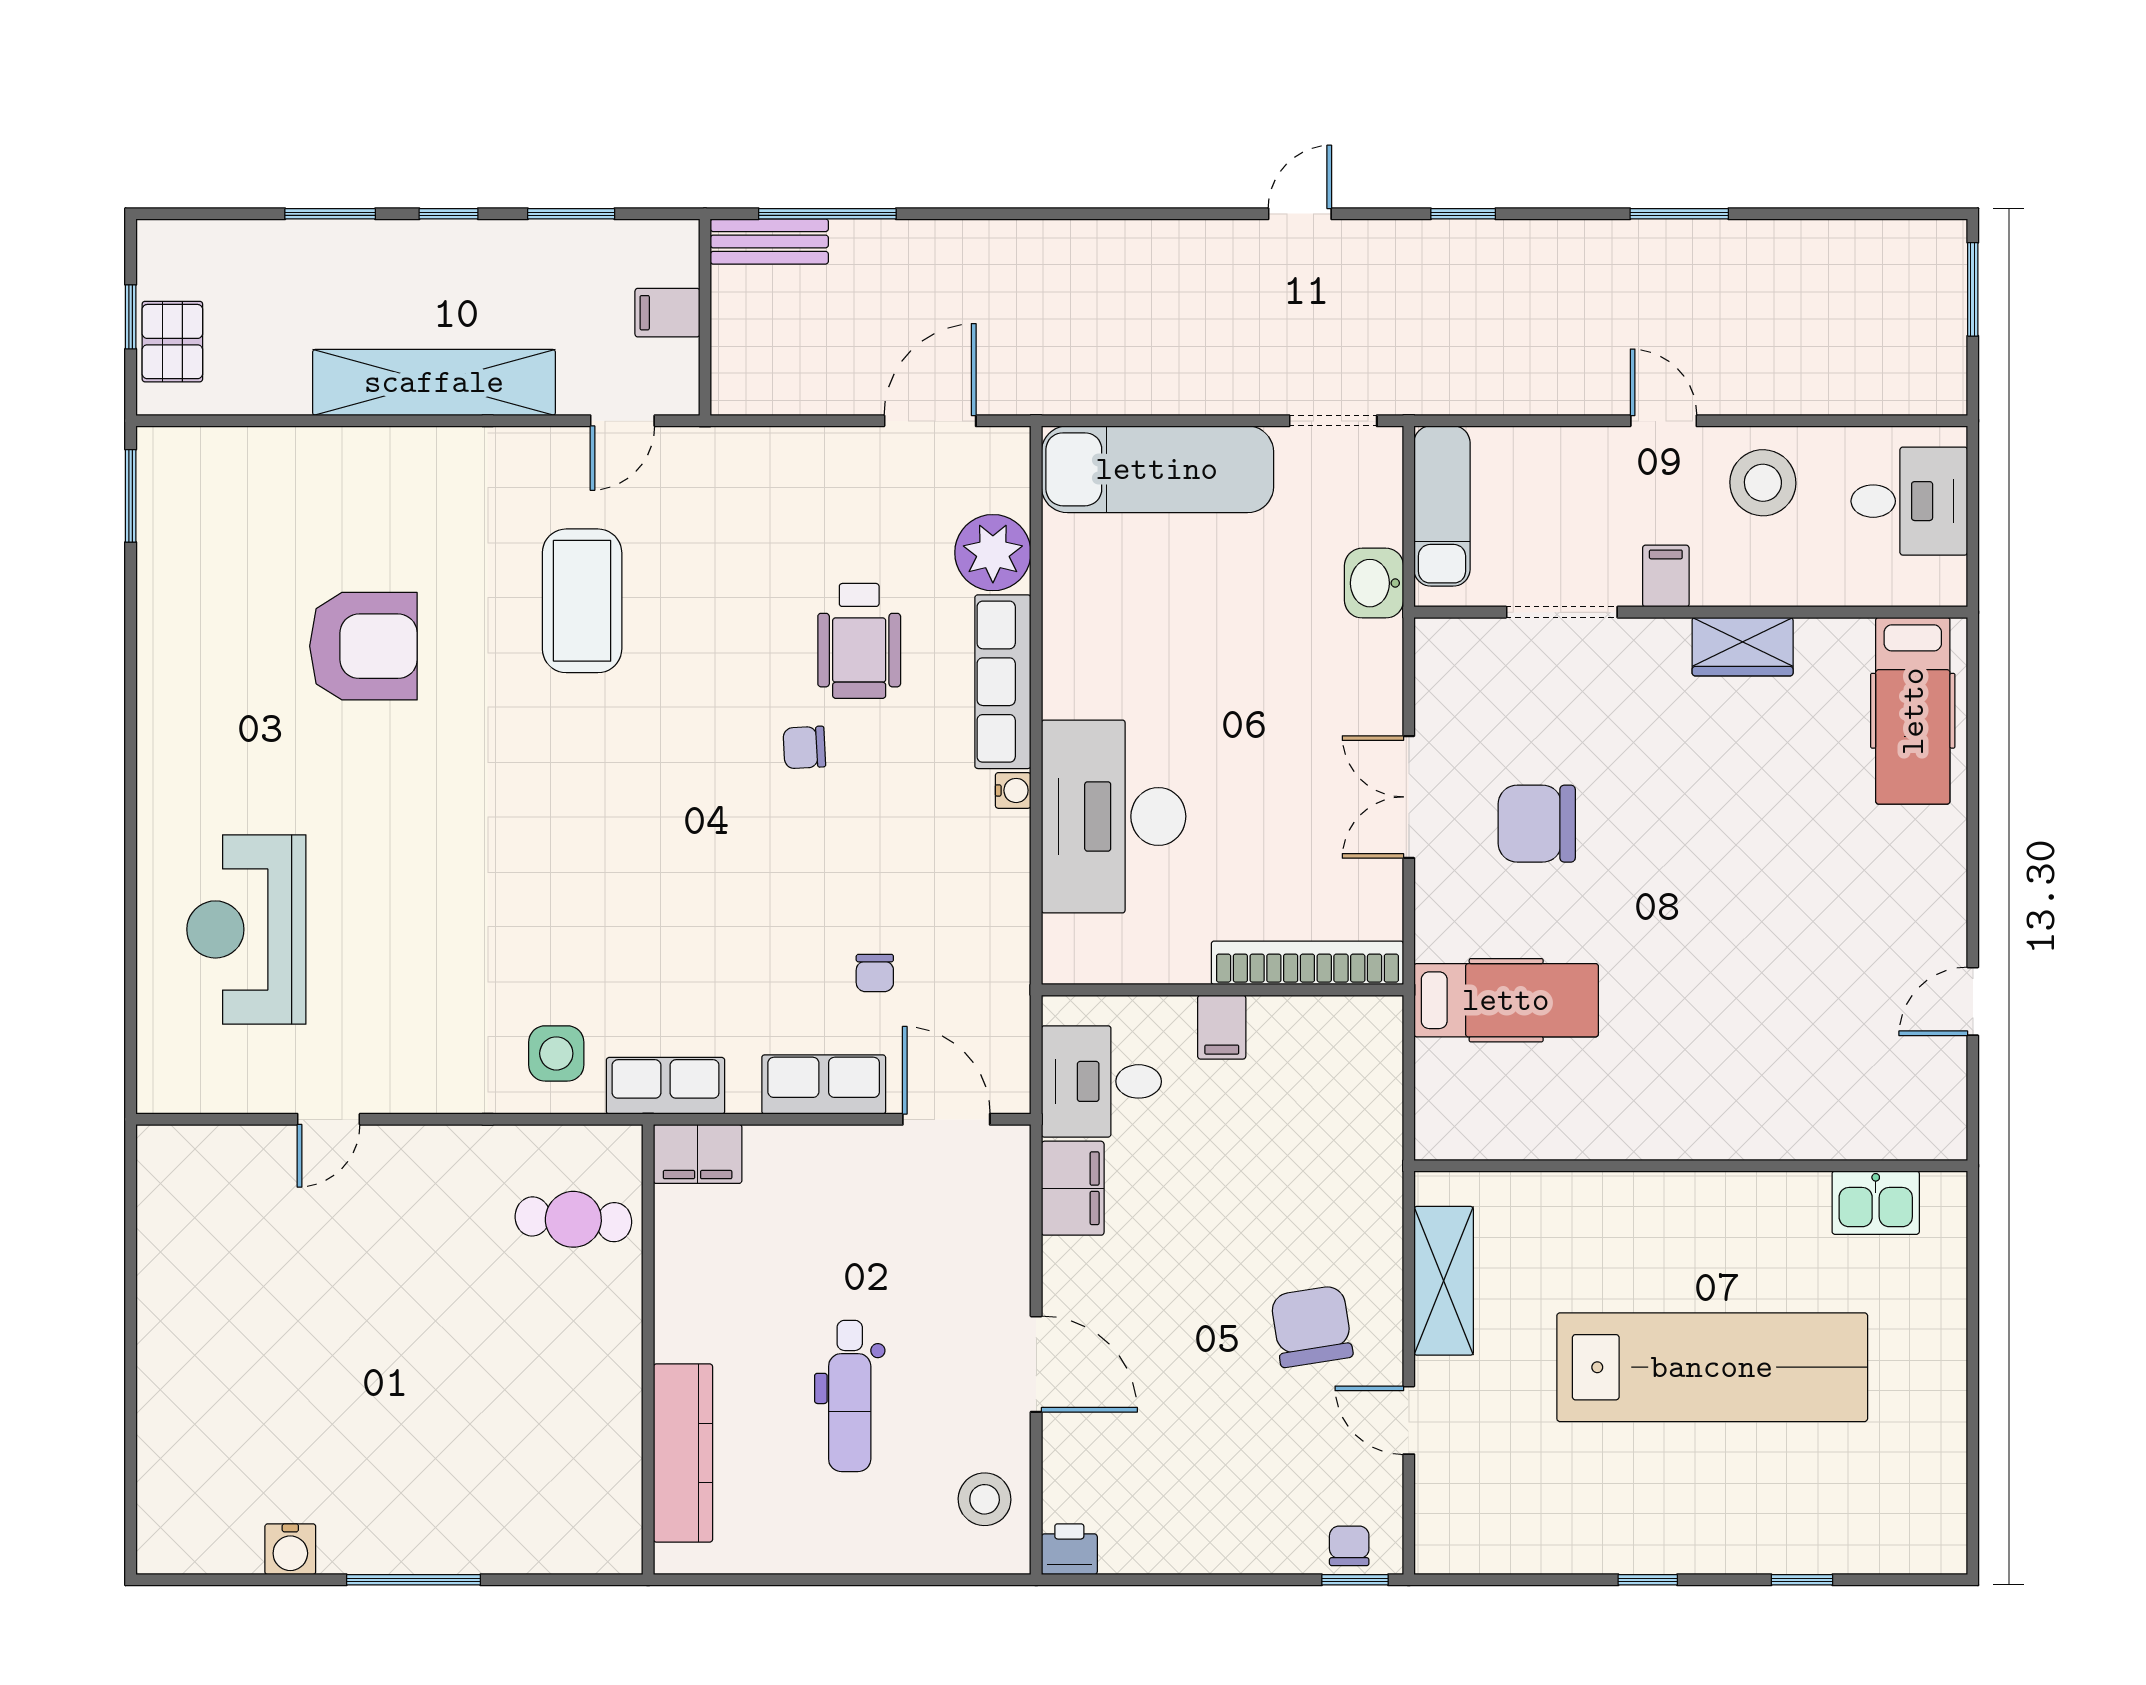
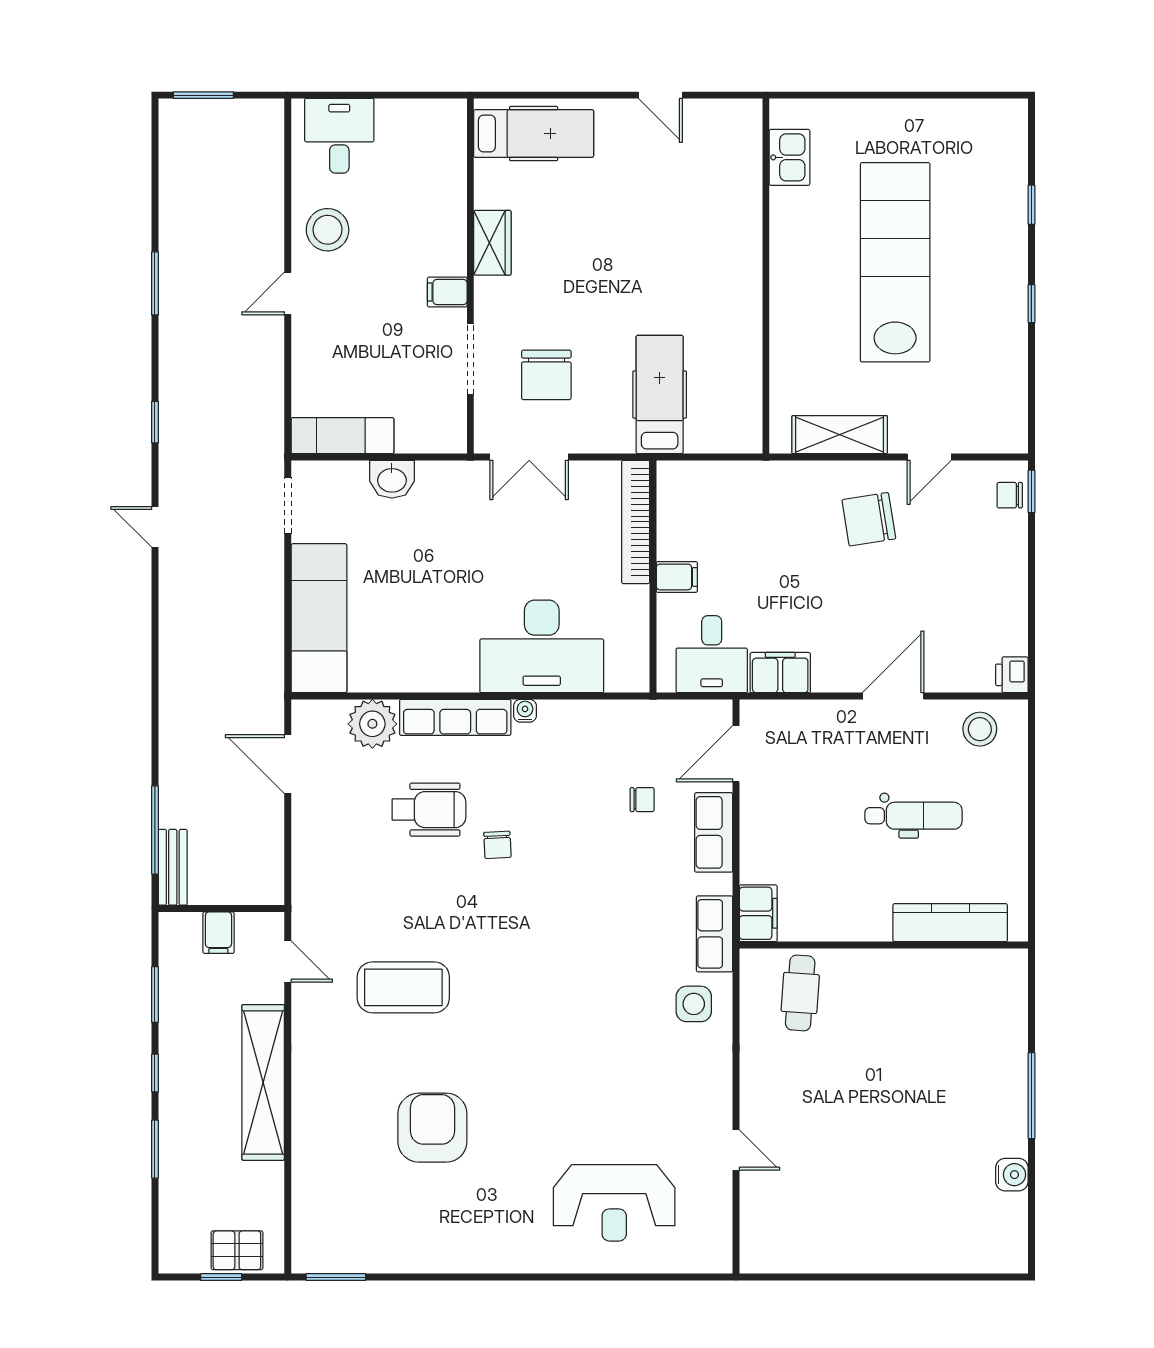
filing cabinet: (1666, 576) -> (447, 292), moved
doorway: (1562, 612) -> (470, 359), moved
wall: (1691, 612) -> (470, 276), moved
wardrobe: (1743, 647) -> (492, 243), moved
hospital bed: (1913, 711) -> (534, 134), moved

